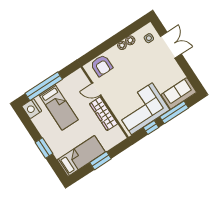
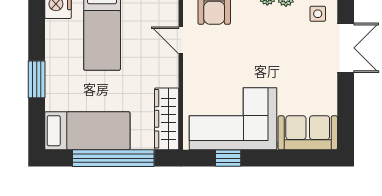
window: (174, 112) -> (281, 158), removed
wardrobe: (103, 114) -> (167, 119), moved
window: (100, 161) -> (113, 158), width x2.11

